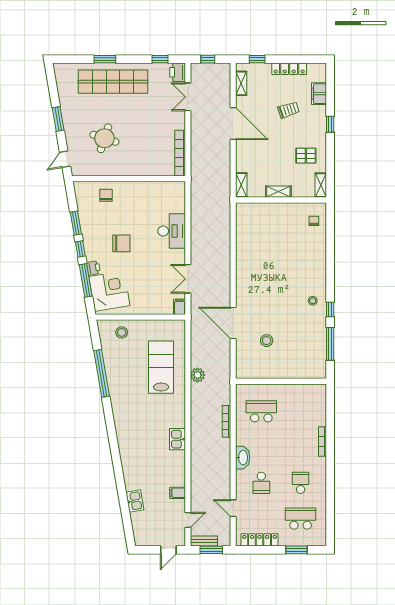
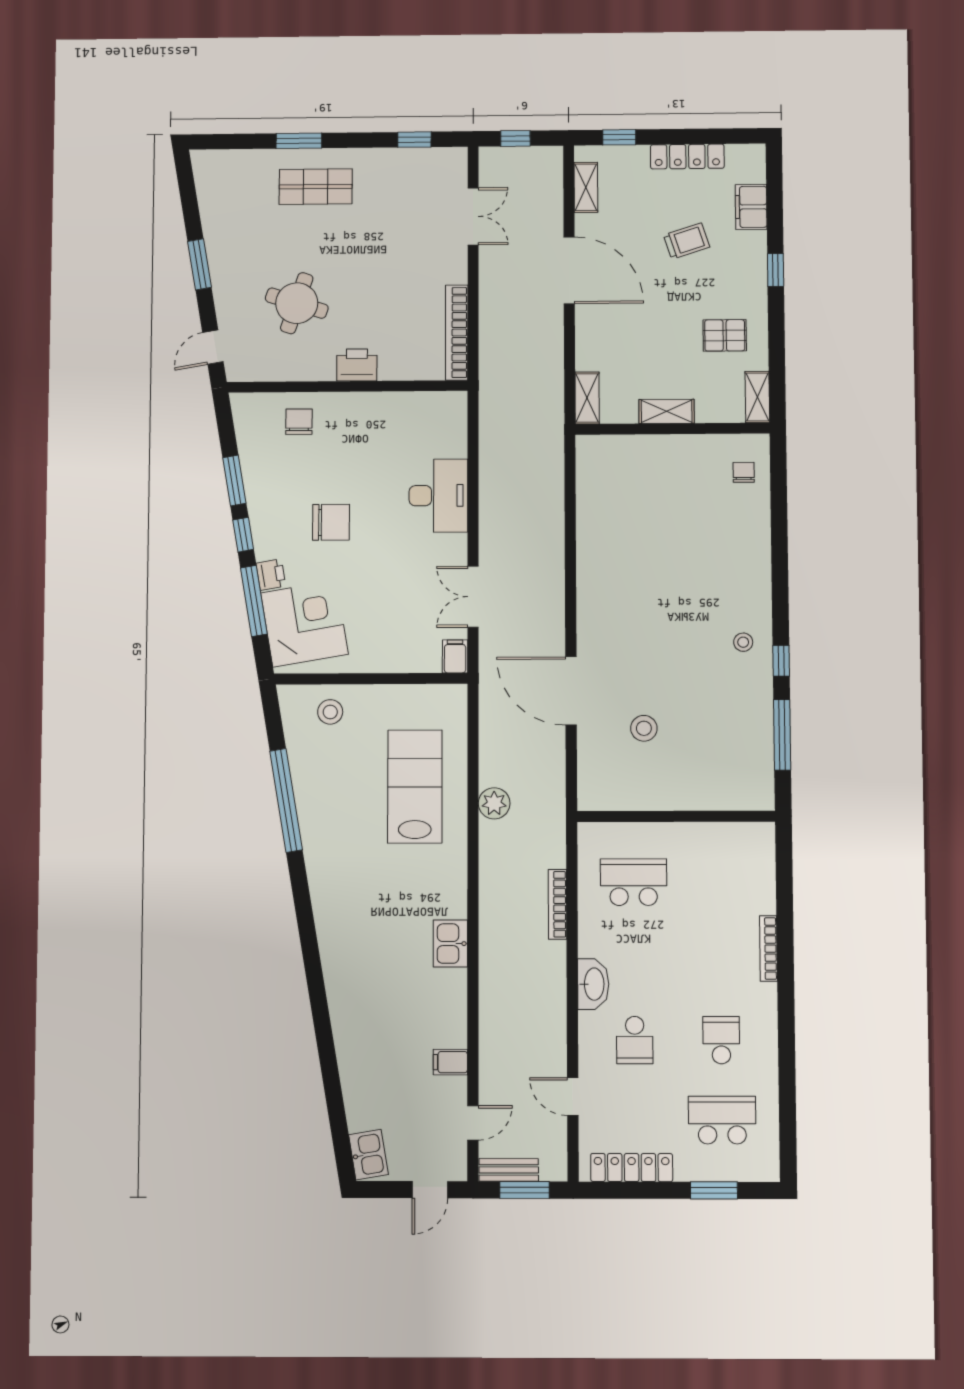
printer: (178, 72) -> (357, 365), moved, turned 90
shop shelf: (113, 82) -> (316, 187), width x0.50, depth x0.74
double door: (188, 97) -> (473, 216), swing flipped
kitchen sink: (135, 501) -> (368, 1155), moved

